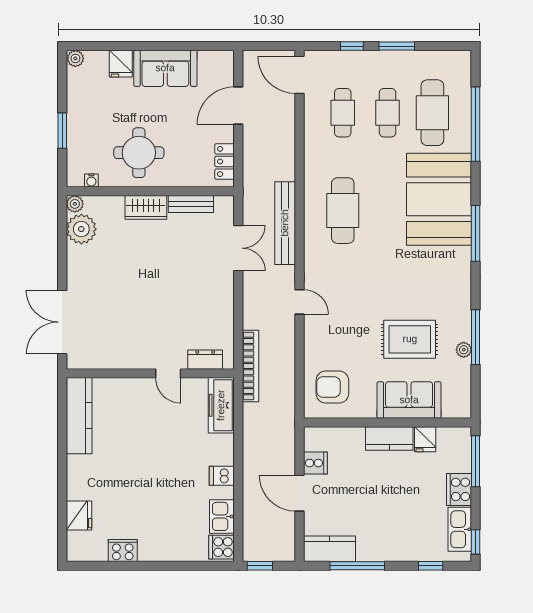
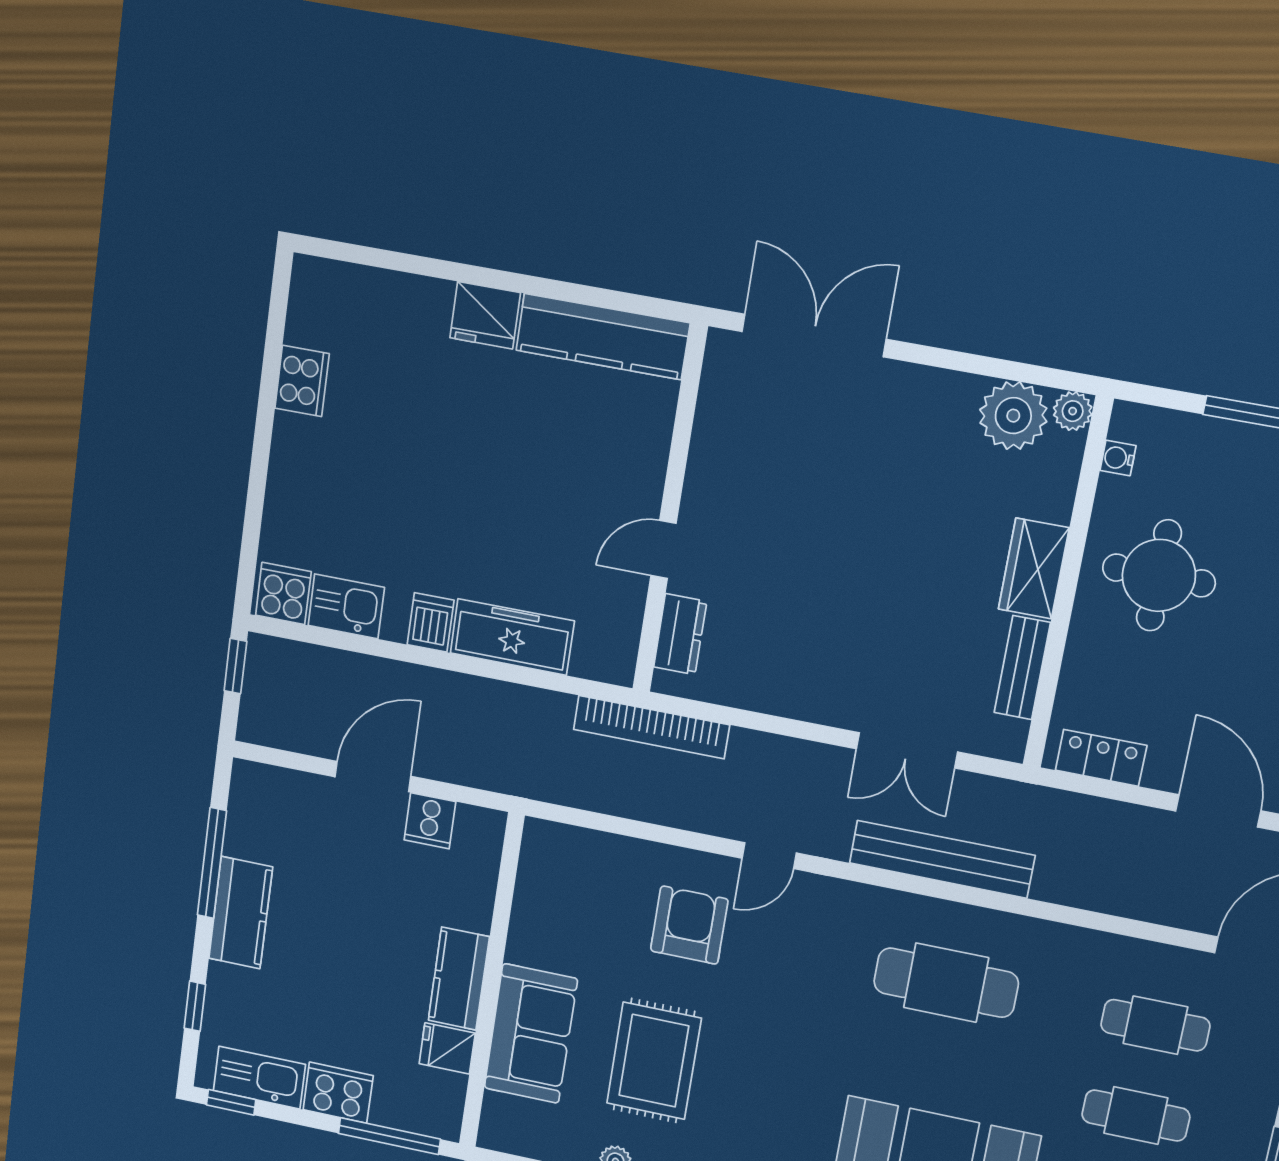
armchair: (332, 387) -> (689, 925), moved
freezer: (221, 405) -> (512, 637), moved
fridge: (79, 515) -> (485, 315), moved
kitchen counter: (330, 549) -> (241, 913), moved

